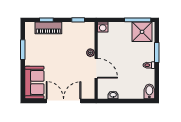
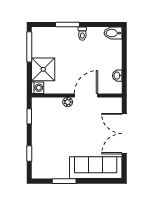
piano: (48, 28) -> (39, 151), removed
shower: (142, 32) -> (43, 69), moved
sofa: (34, 82) -> (96, 168), width x1.36

